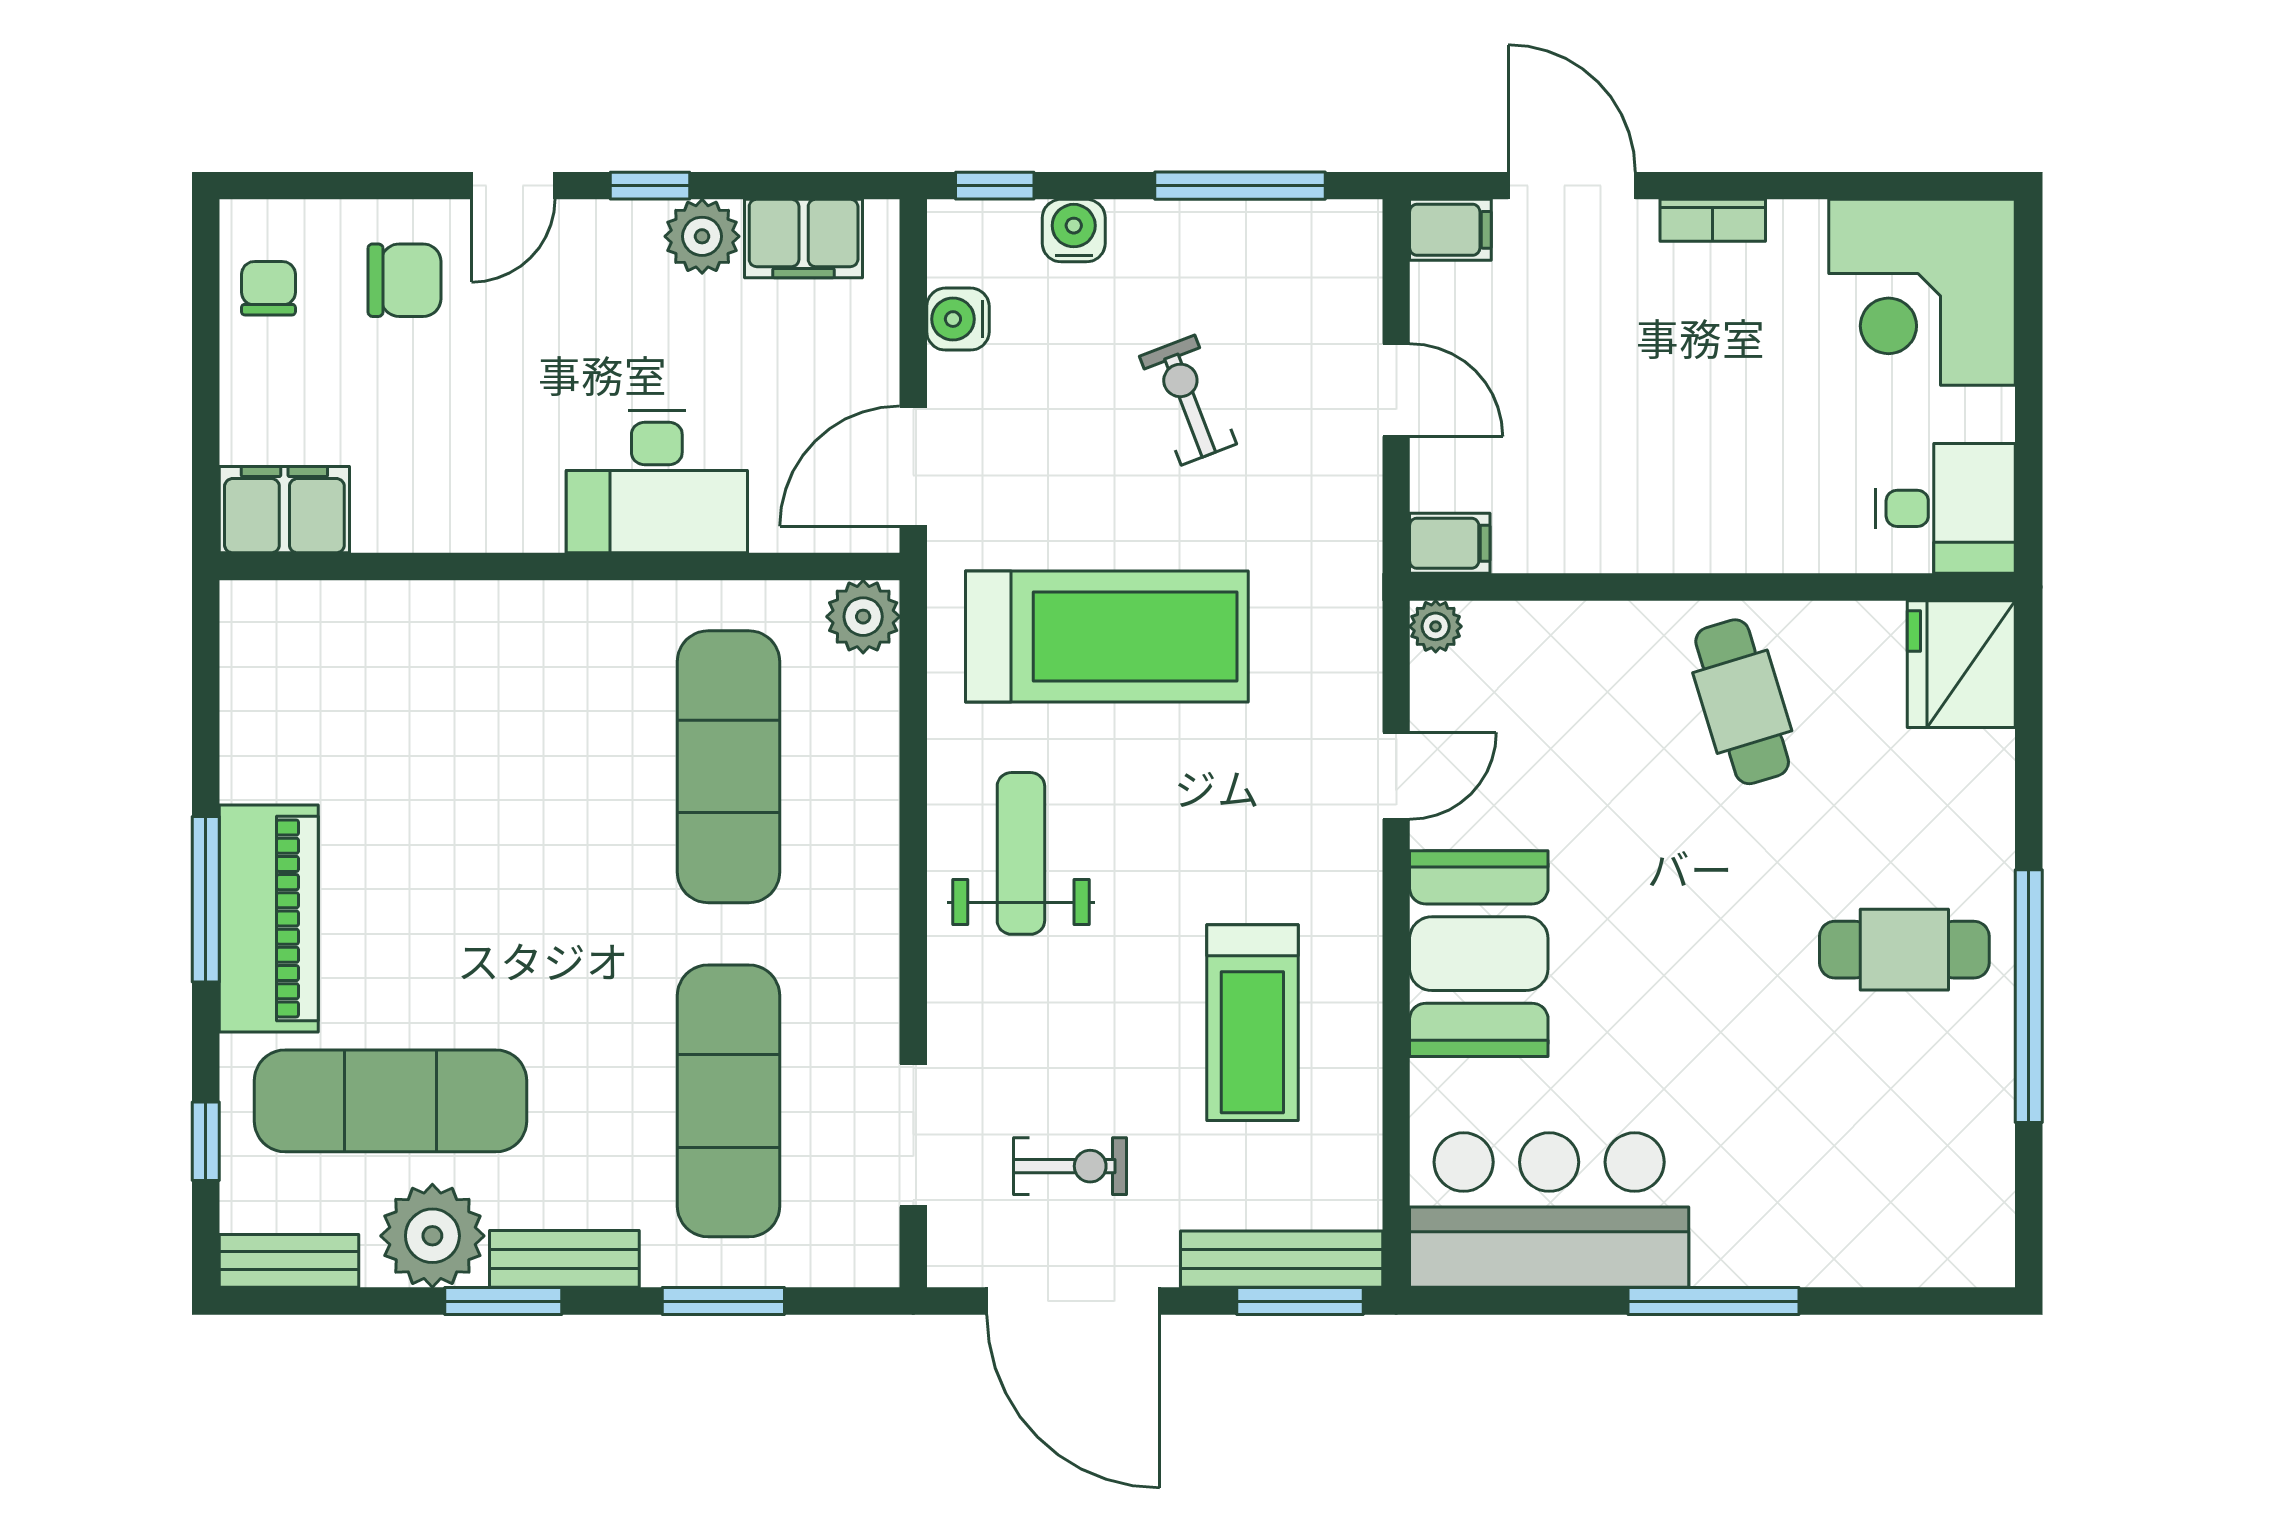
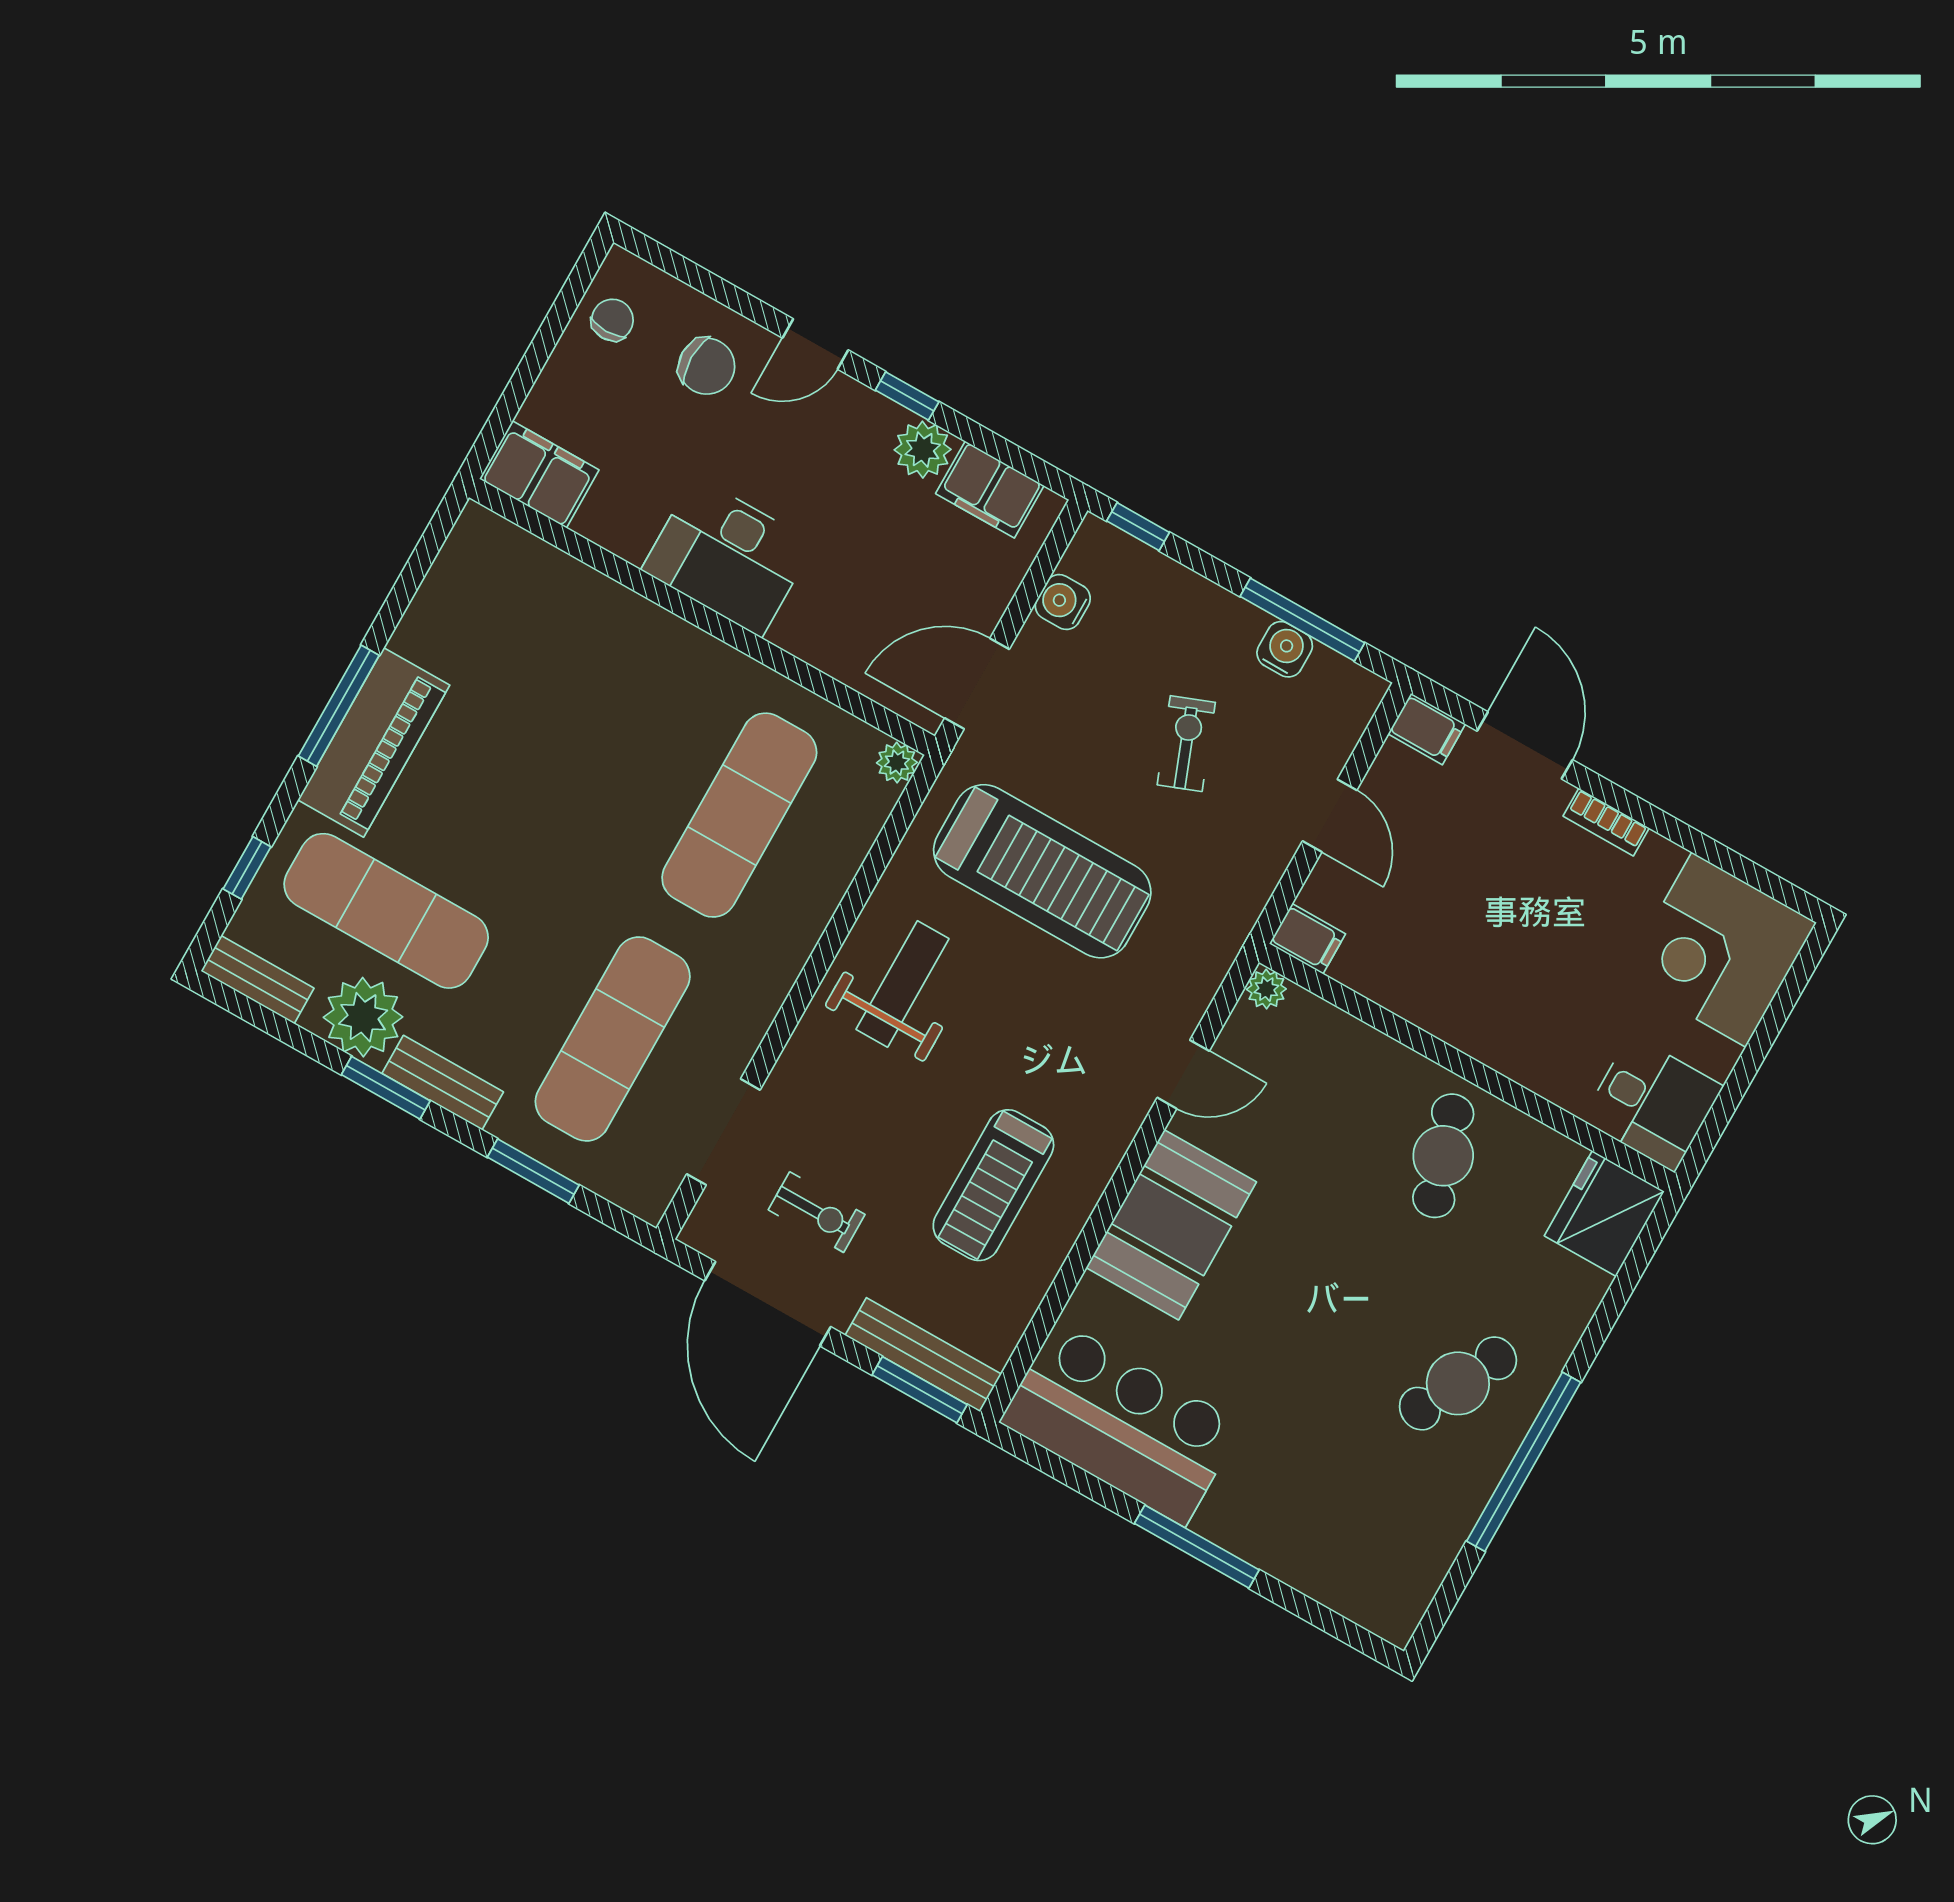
water cooler: (1074, 231) -> (1285, 649), moved
desk: (657, 482) -> (728, 557), moved
plant: (863, 617) -> (897, 763), width x0.73, depth x0.73
cafe table: (1904, 950) -> (1458, 1383), turned -63

